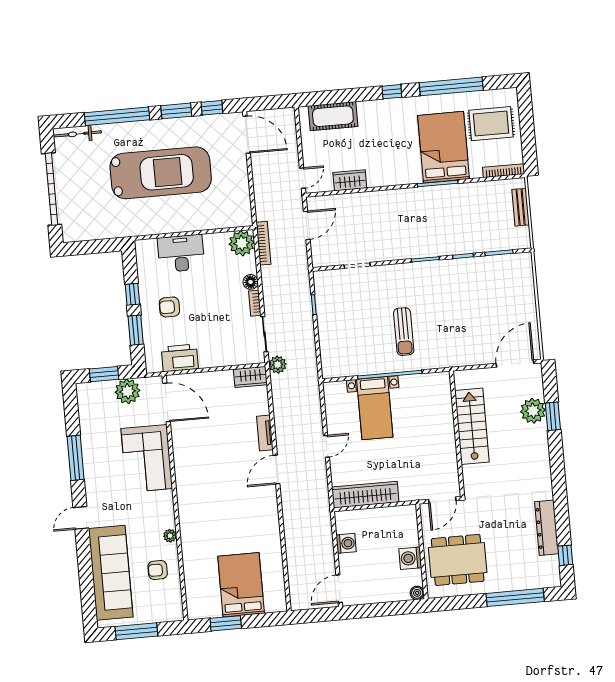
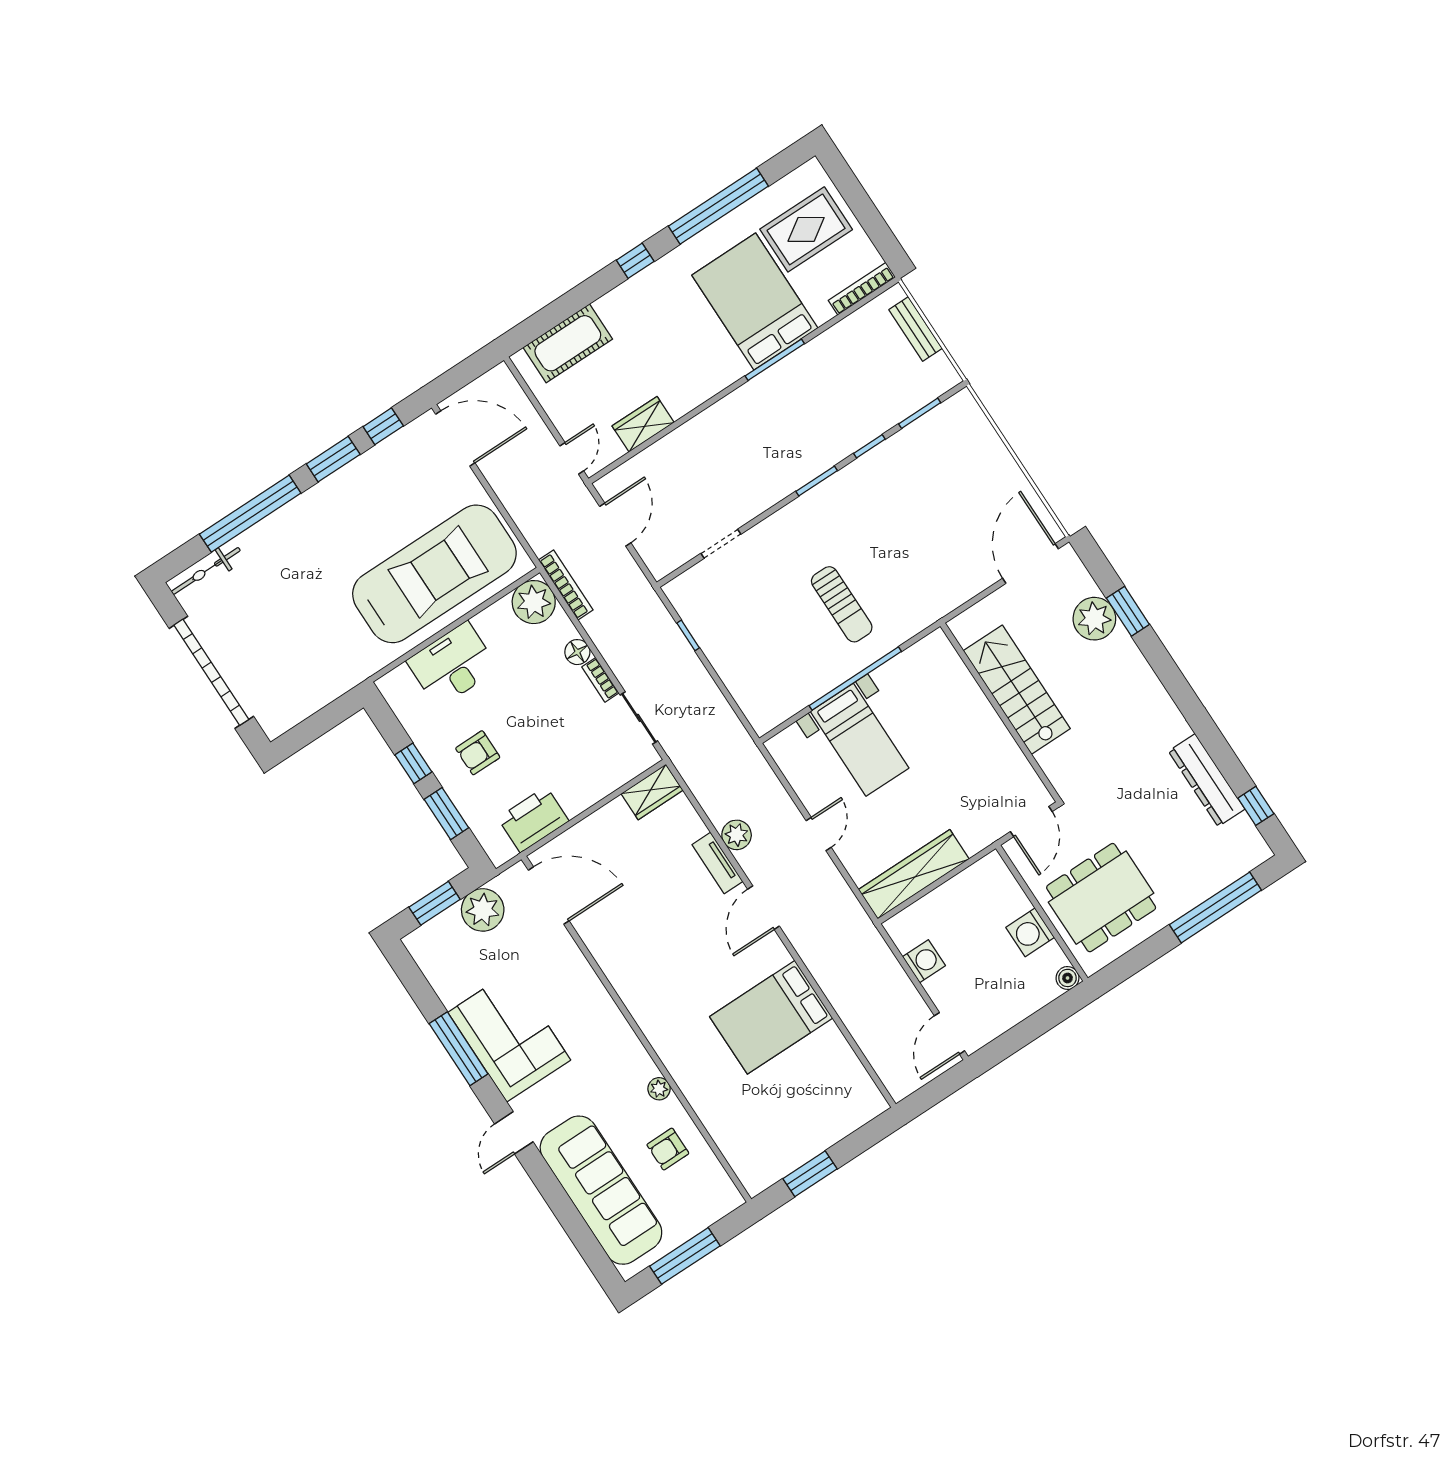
car: (161, 173) -> (434, 574), moved
plant: (278, 365) -> (737, 835), moved
corner sofa: (147, 458) -> (509, 1036), moved, turned 180
bed: (241, 585) -> (771, 1017), moved, turned -90

